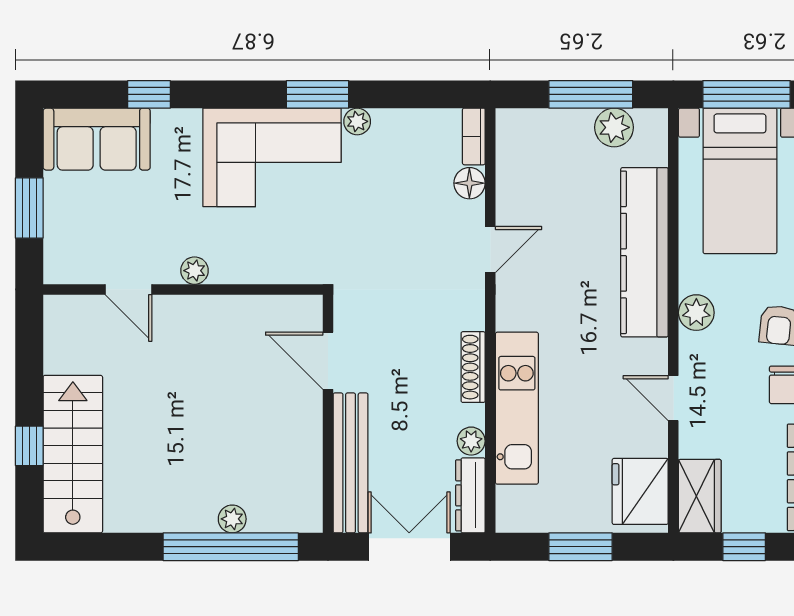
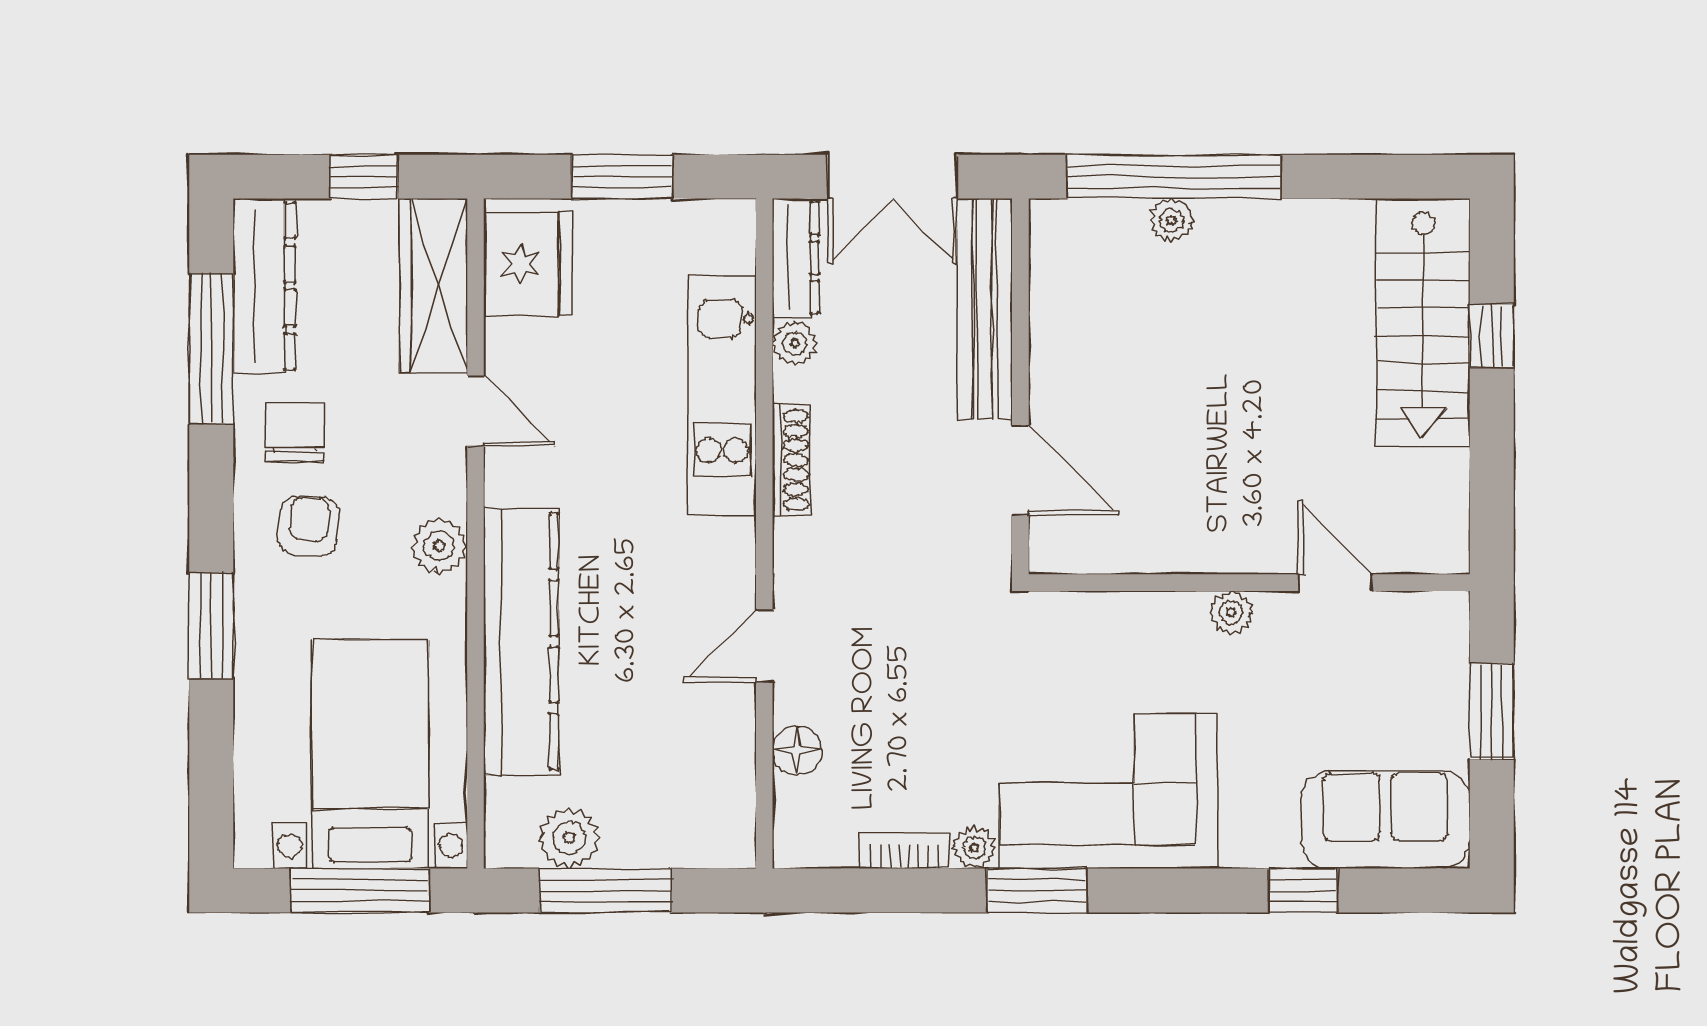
bookcase: (474, 136) -> (904, 851), moved, turned -90
wardrobe: (700, 496) -> (434, 285), width x1.50

